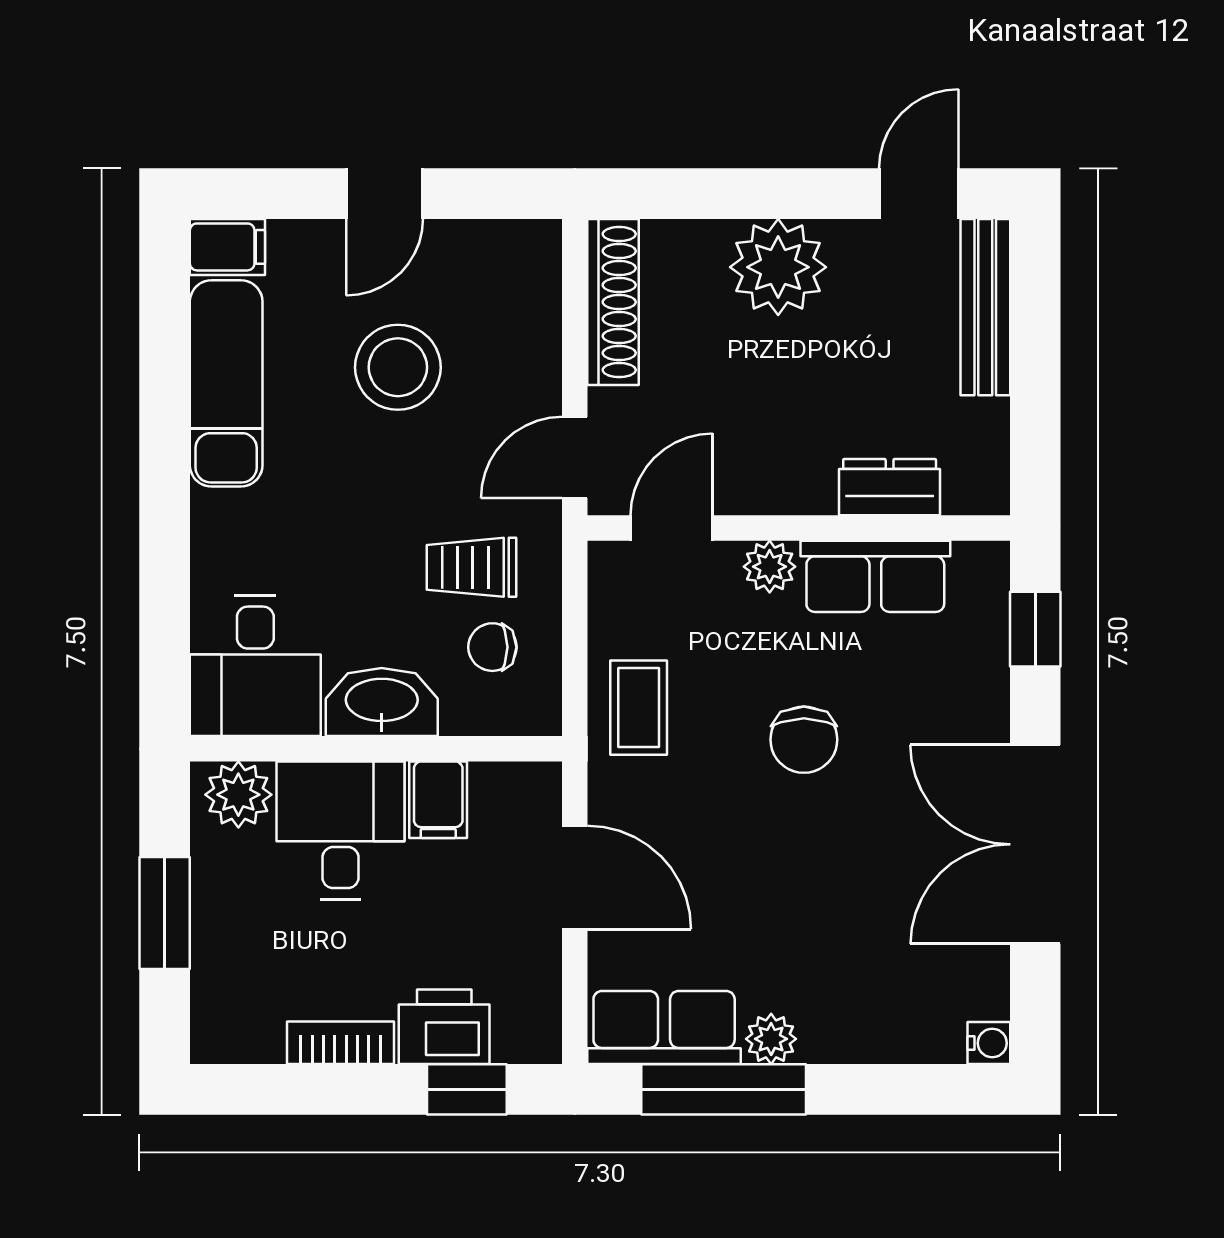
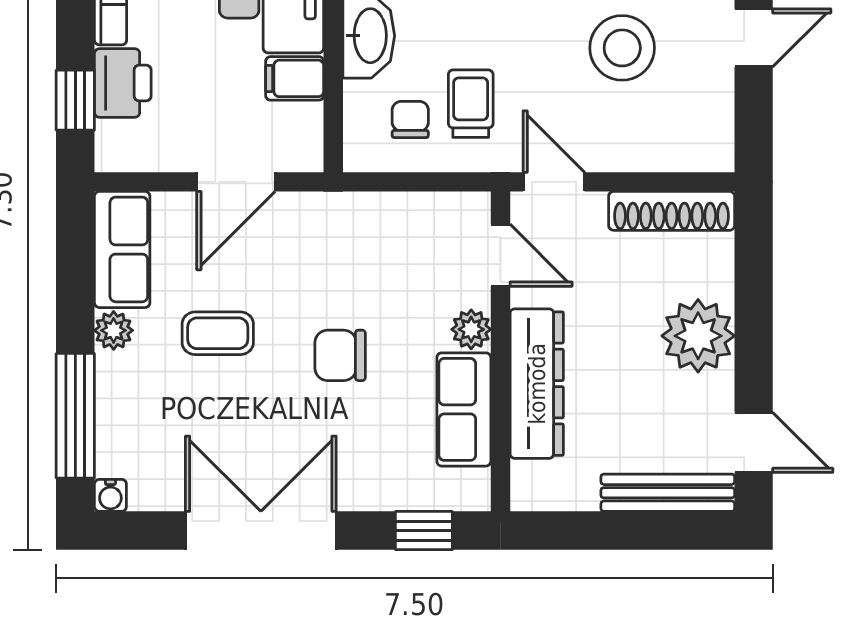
door: (385, 194) -> (754, 38), swing flipped
dresser: (890, 487) -> (537, 384), width x1.96, depth x1.24
coffee table: (639, 708) -> (218, 333), moved
window: (724, 1089) -> (75, 416), moved

